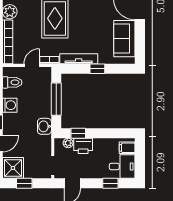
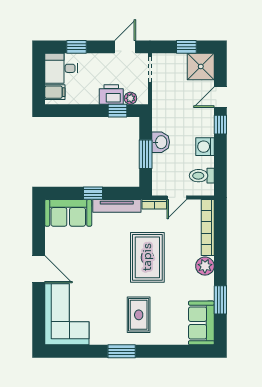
sofa: (124, 39) -> (68, 213), moved, turned 90
window: (56, 99) -> (146, 154), width x0.69
washbasin: (44, 126) -> (161, 142), moved

